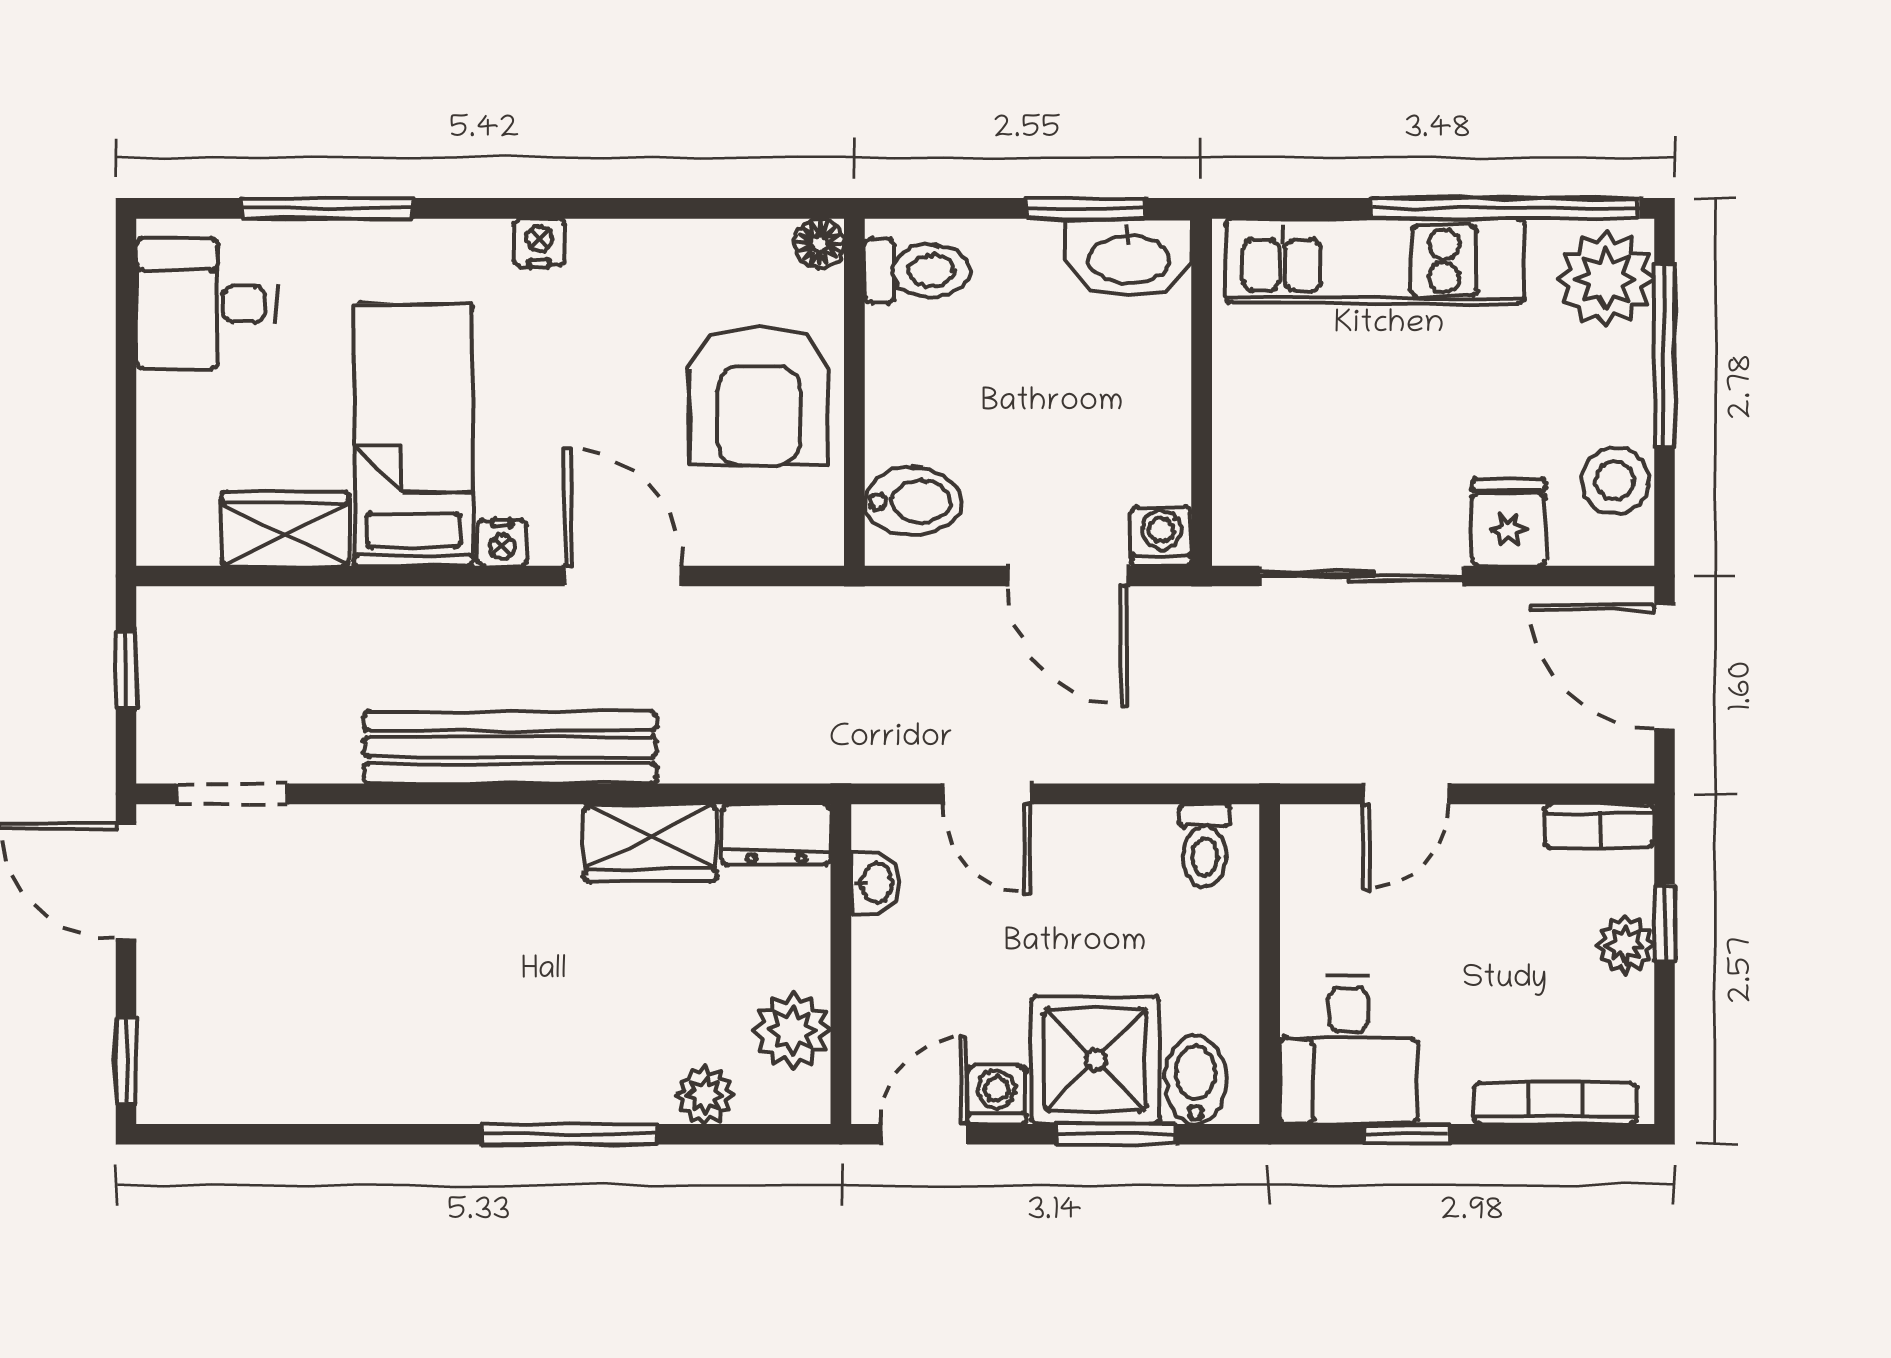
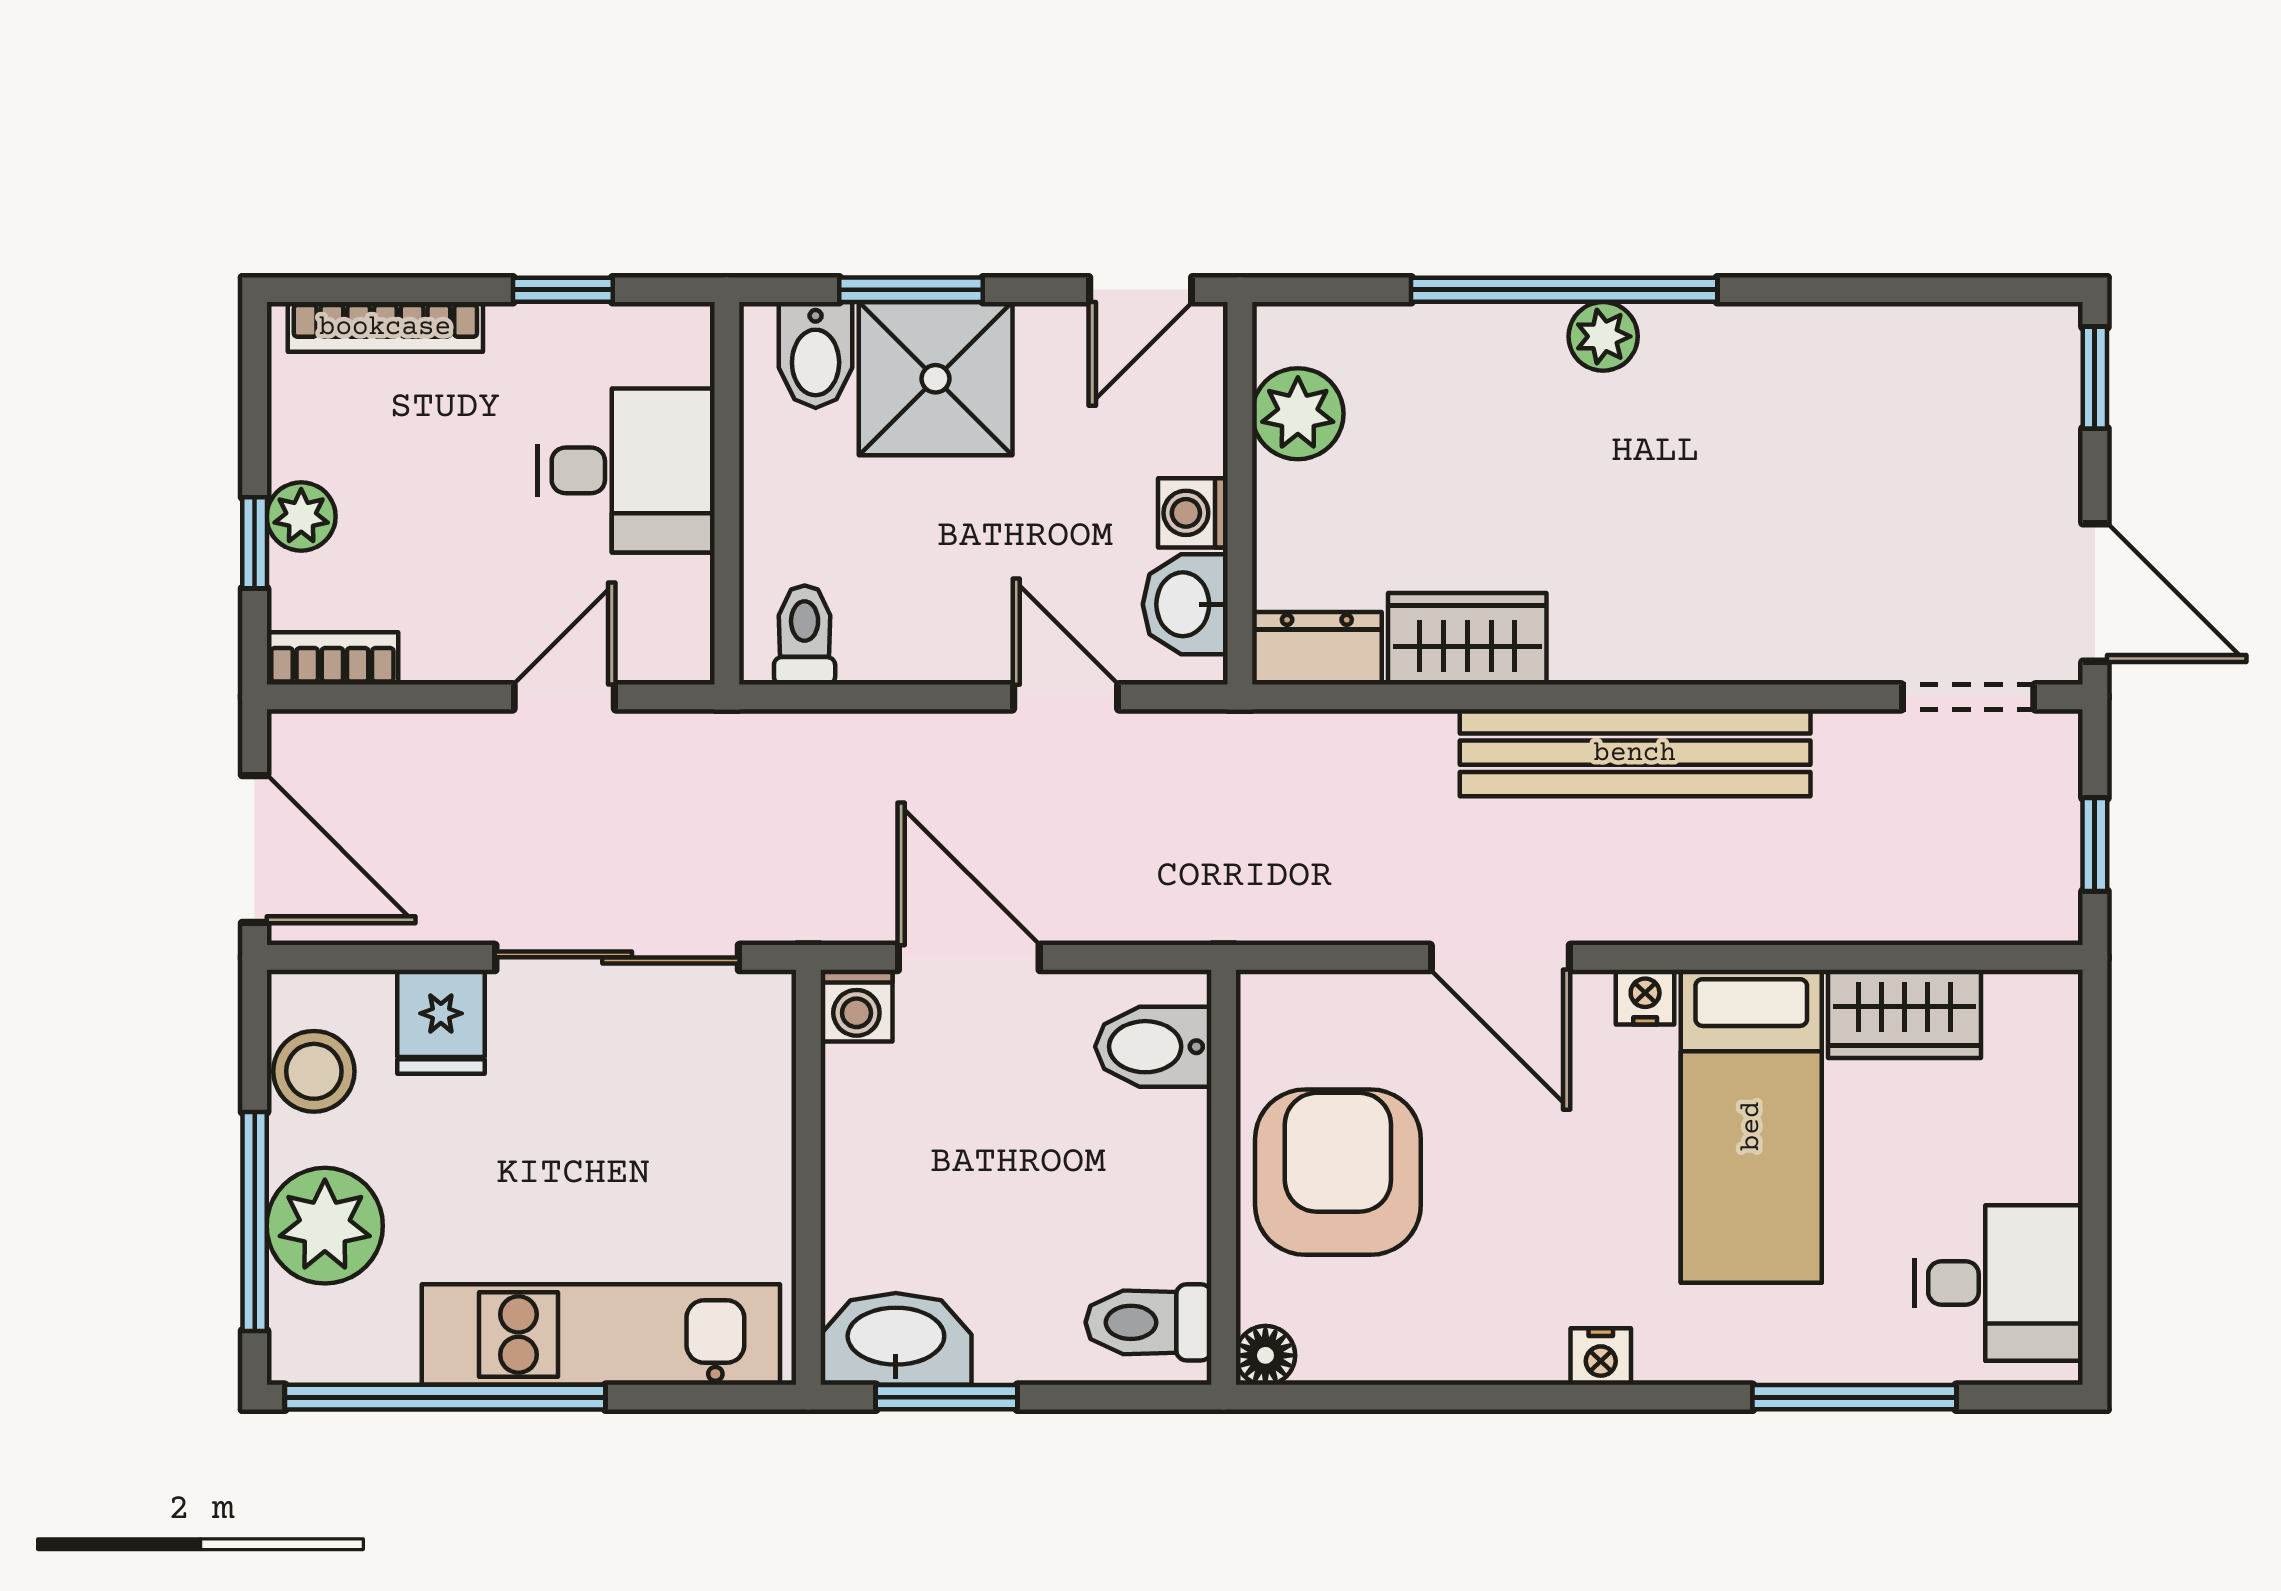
plant: (1606, 279) -> (325, 1226), moved
washbasin: (875, 883) -> (1185, 604), width x1.38, depth x1.45
desk: (1348, 1050) -> (626, 470), moved, turned 90
plant: (705, 1095) -> (1603, 336), moved
washing machine: (997, 1095) -> (1193, 513), moved, turned 90
window: (570, 1134) -> (1564, 290), width x1.46

